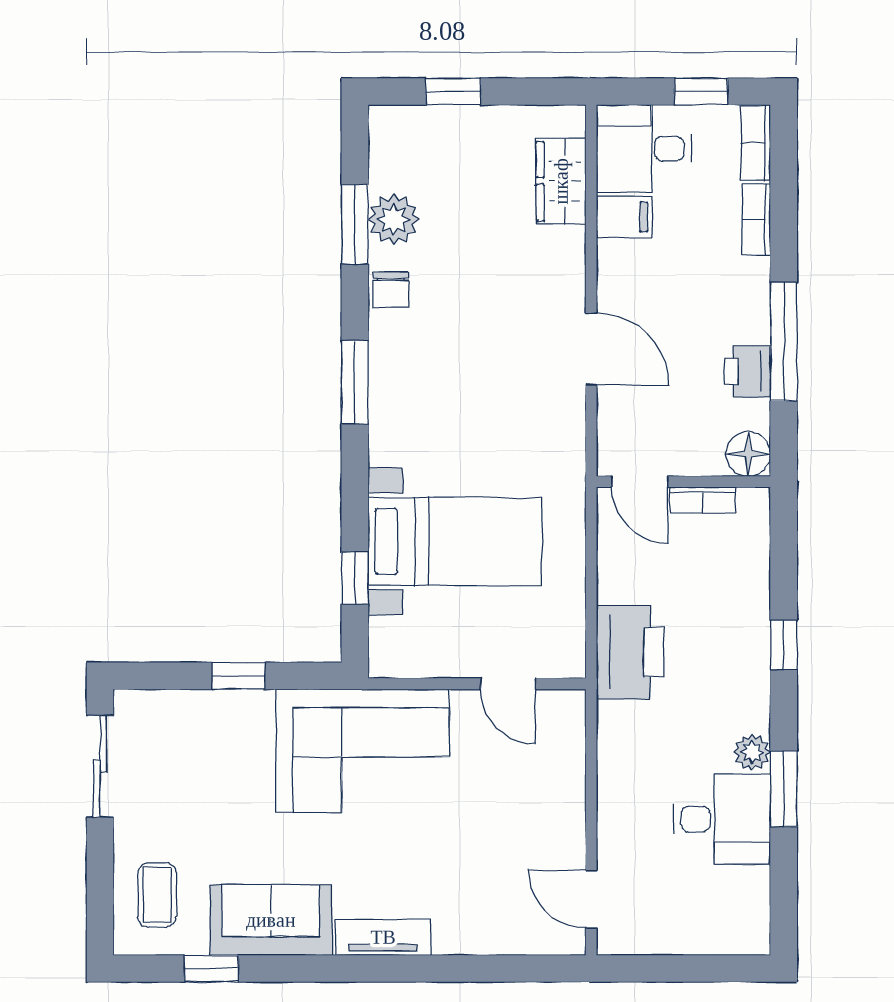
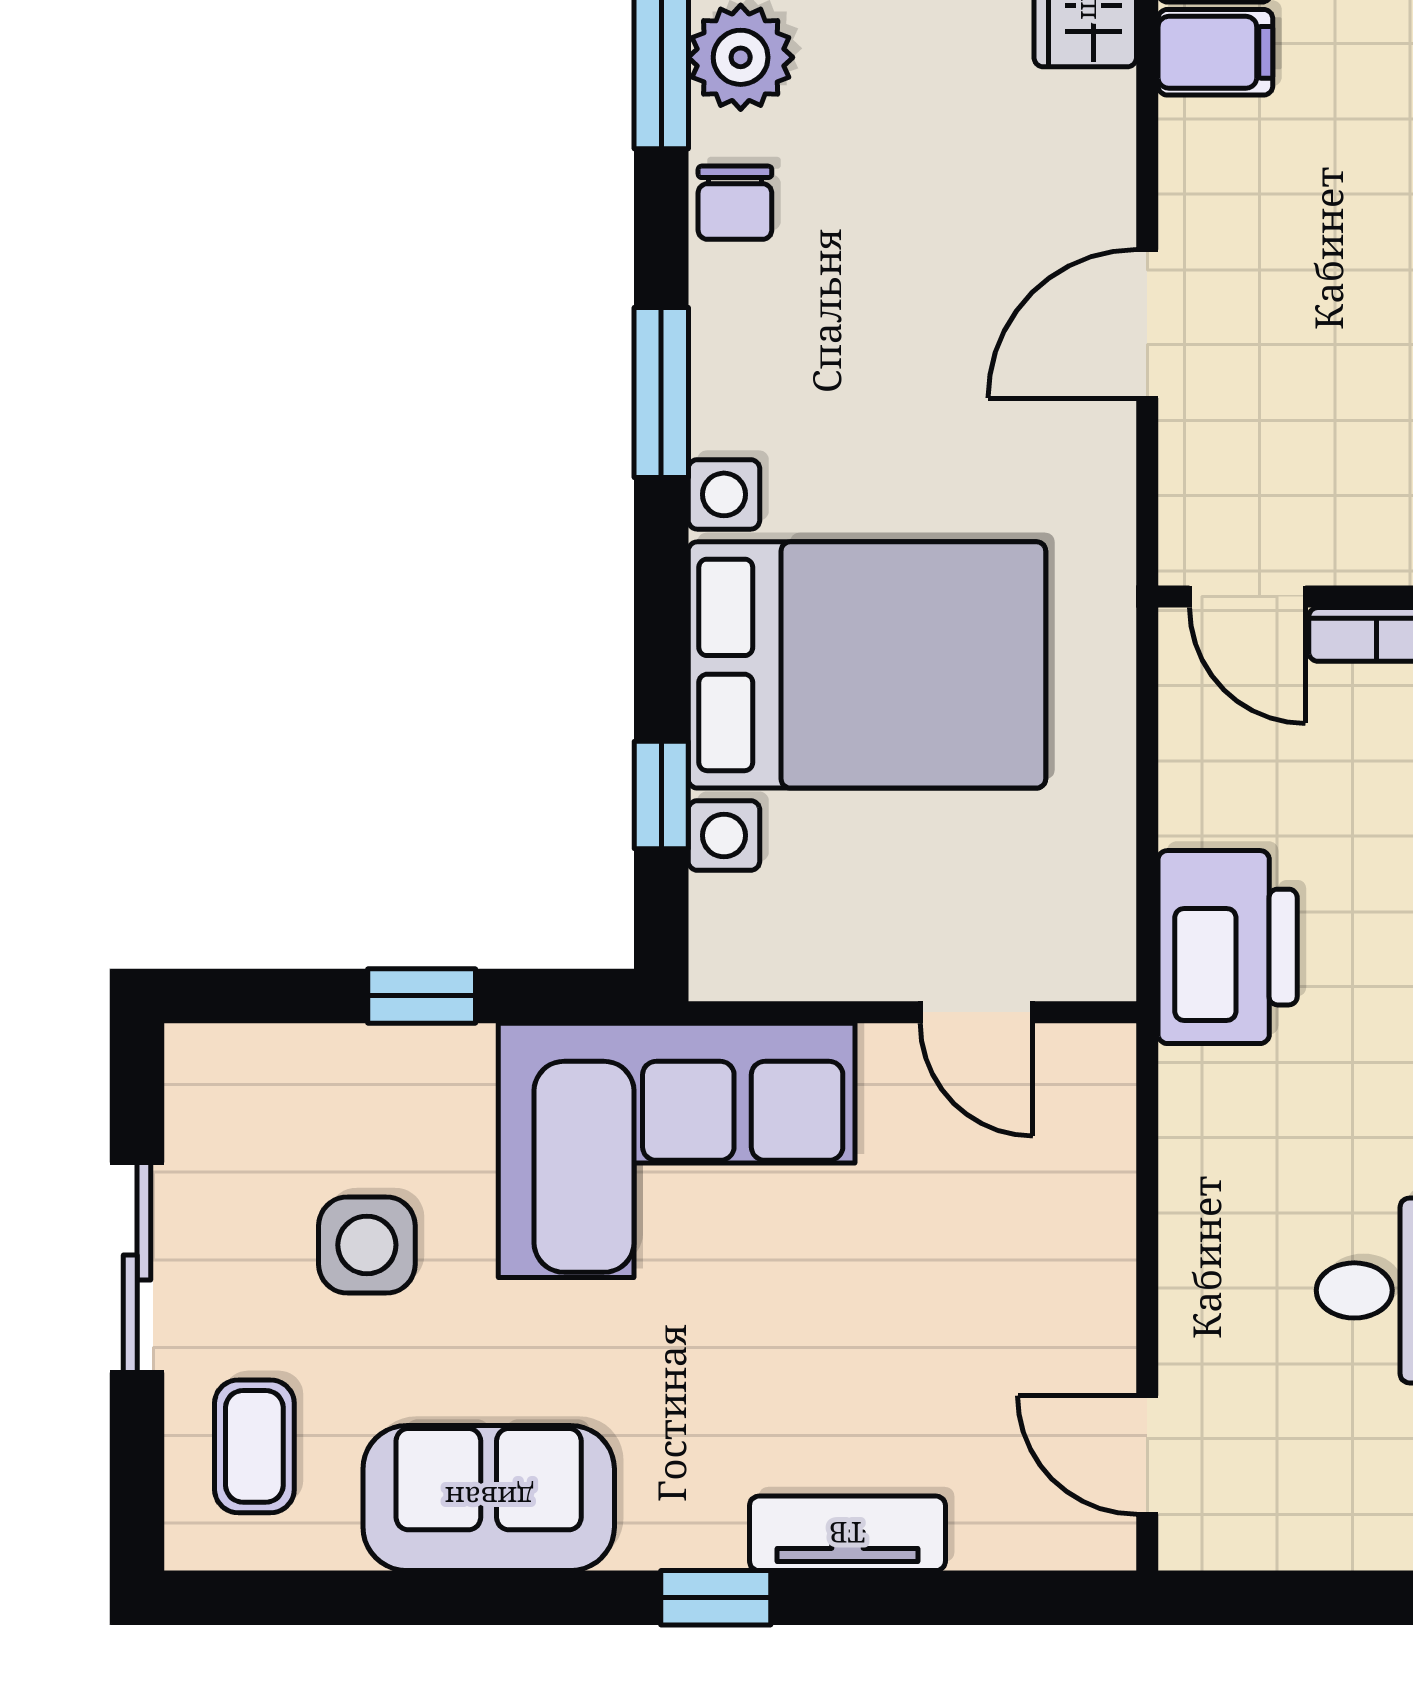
door: (591, 349) -> (1147, 324), swing flipped
bed with nightstands: (455, 541) -> (867, 665), width x1.36
sliding door: (100, 766) -> (137, 1268), moved
side table: (212, 797) -> (367, 1245), added
tv unit: (383, 937) -> (847, 1533), moved
window: (211, 968) -> (716, 1598), moved

